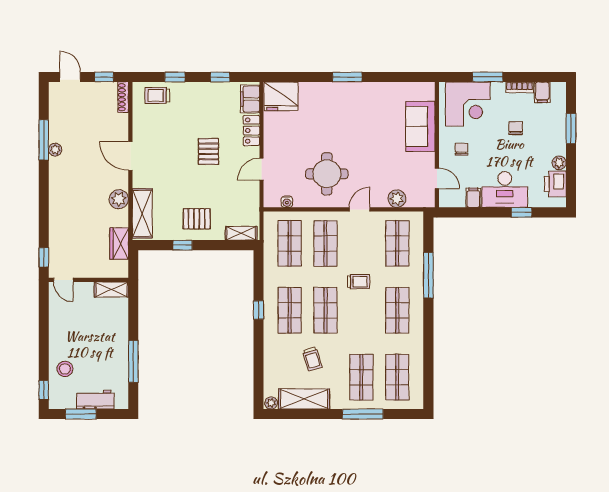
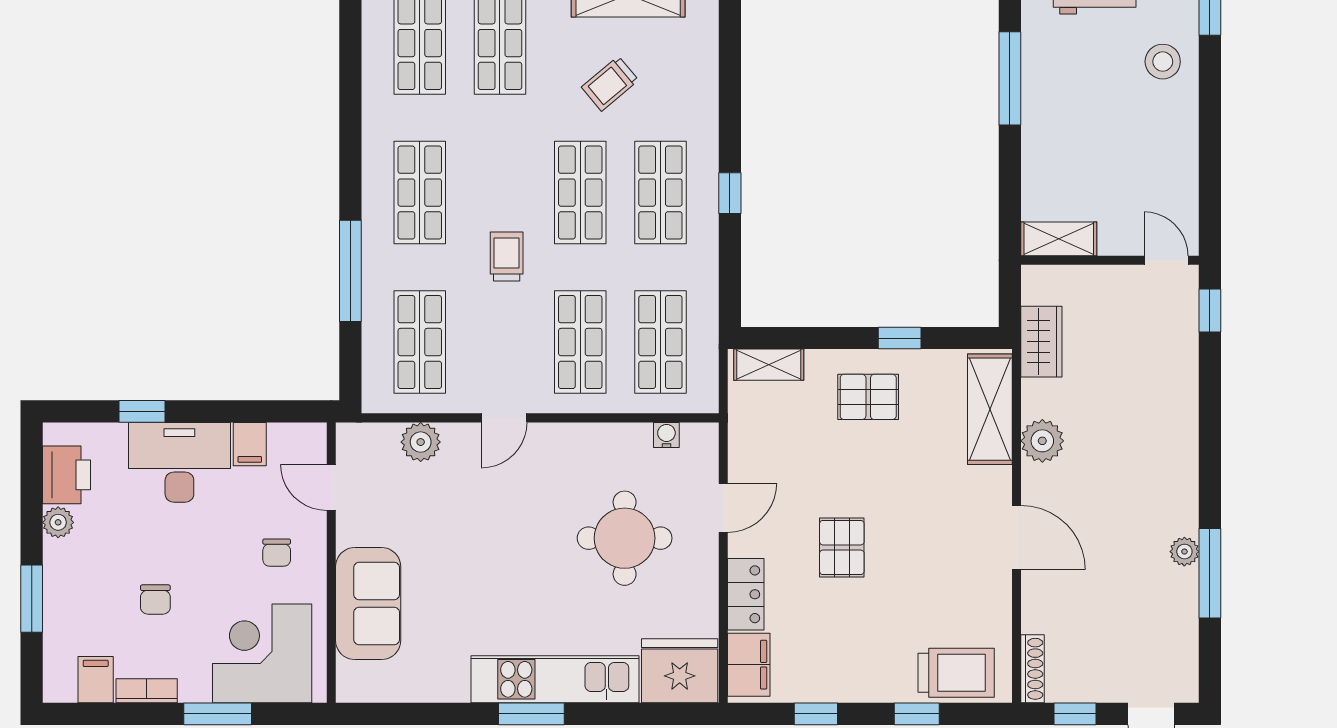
kitchen unit: (337, 92) -> (555, 679), added
trolley: (157, 95) -> (956, 673), width x1.36, depth x1.39
round table: (327, 174) -> (625, 538), moved
trolley: (358, 282) -> (507, 256), turned 90
trolley: (312, 359) -> (610, 84), turned -114

